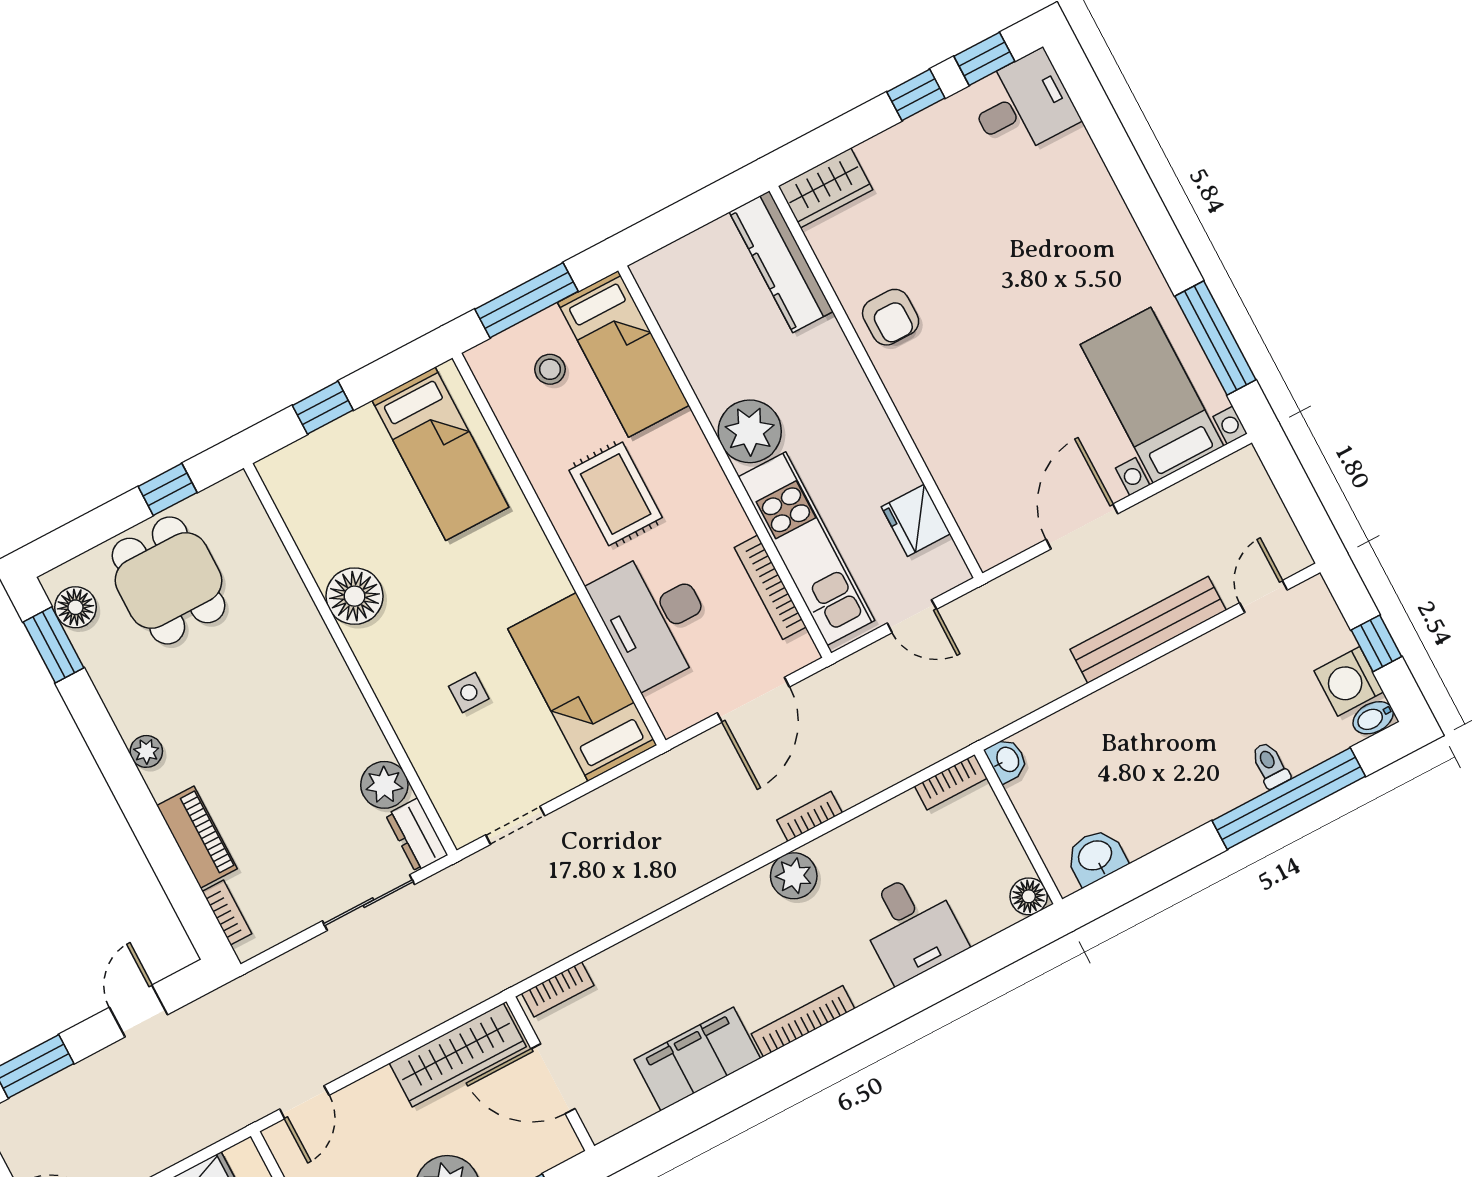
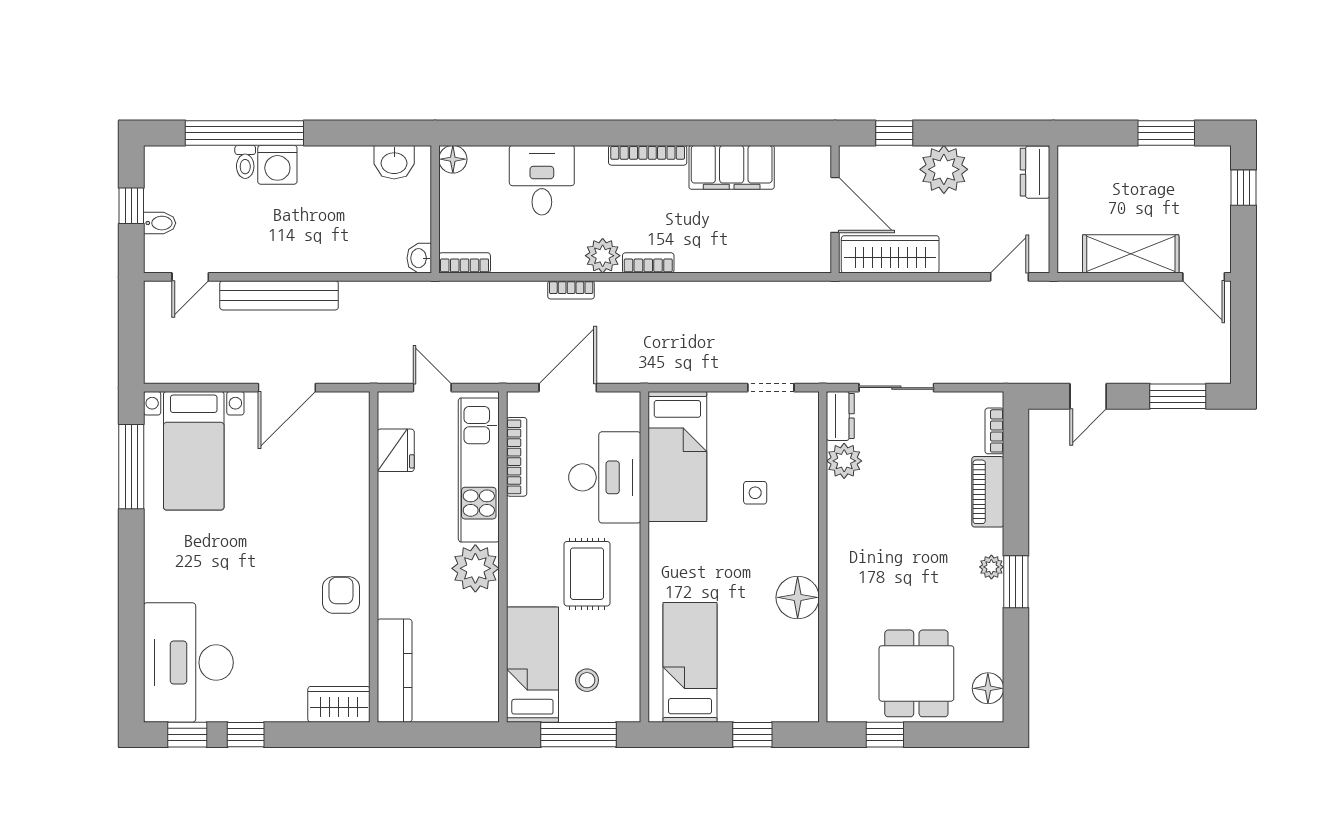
desk: (1023, 105) -> (188, 663), width x1.87, depth x1.30
window: (54, 645) -> (1016, 582), moved
washing machine: (1349, 681) -> (277, 165), moved, turned 90
bidet: (1373, 718) -> (160, 223), moved
bookcase: (558, 989) -> (648, 263), moved

